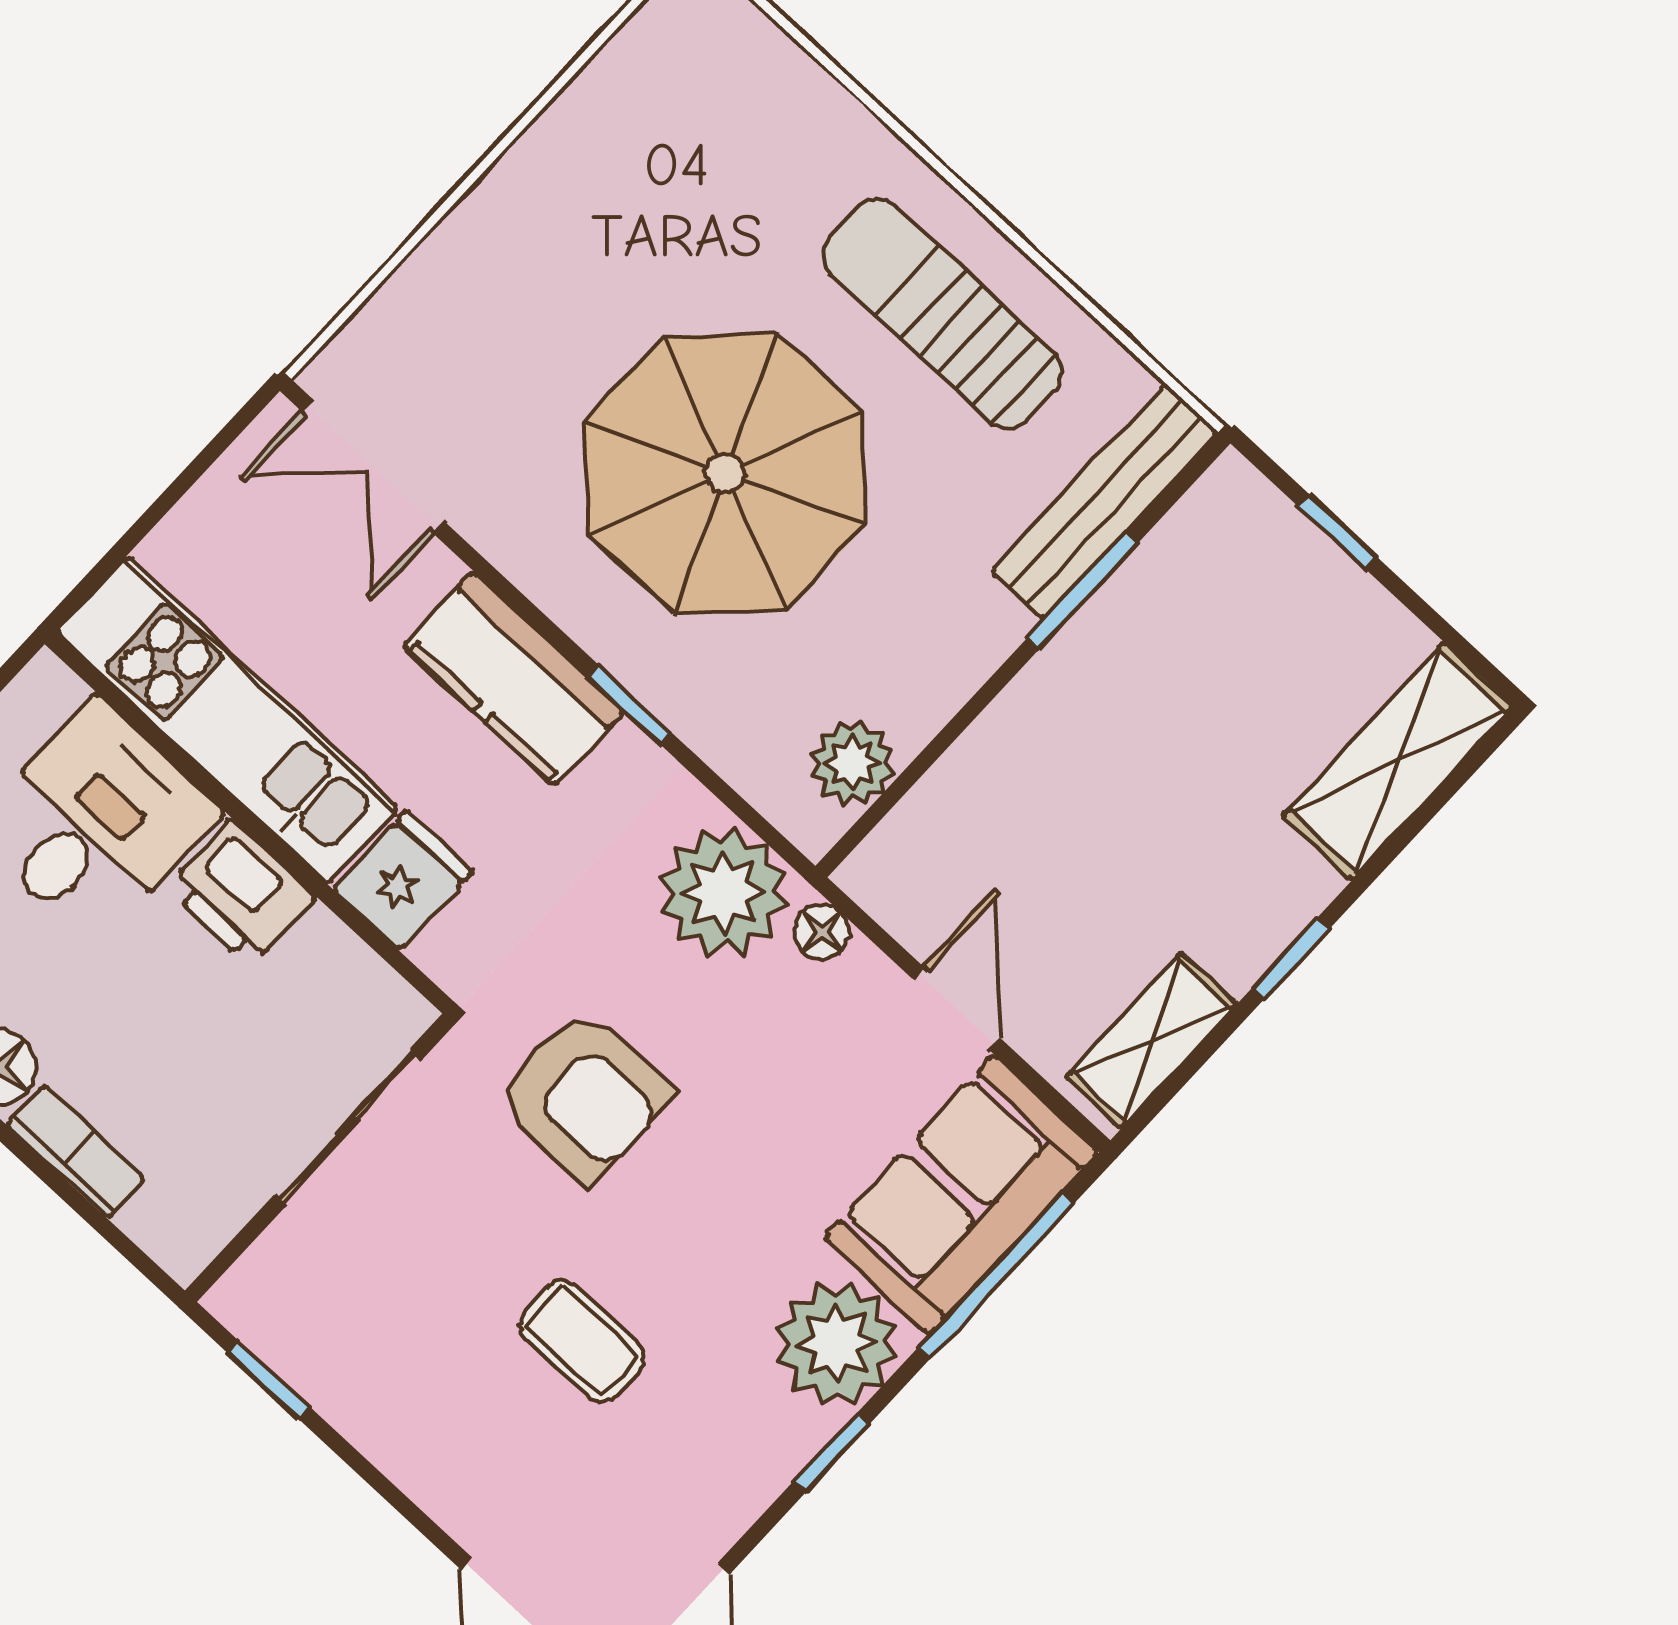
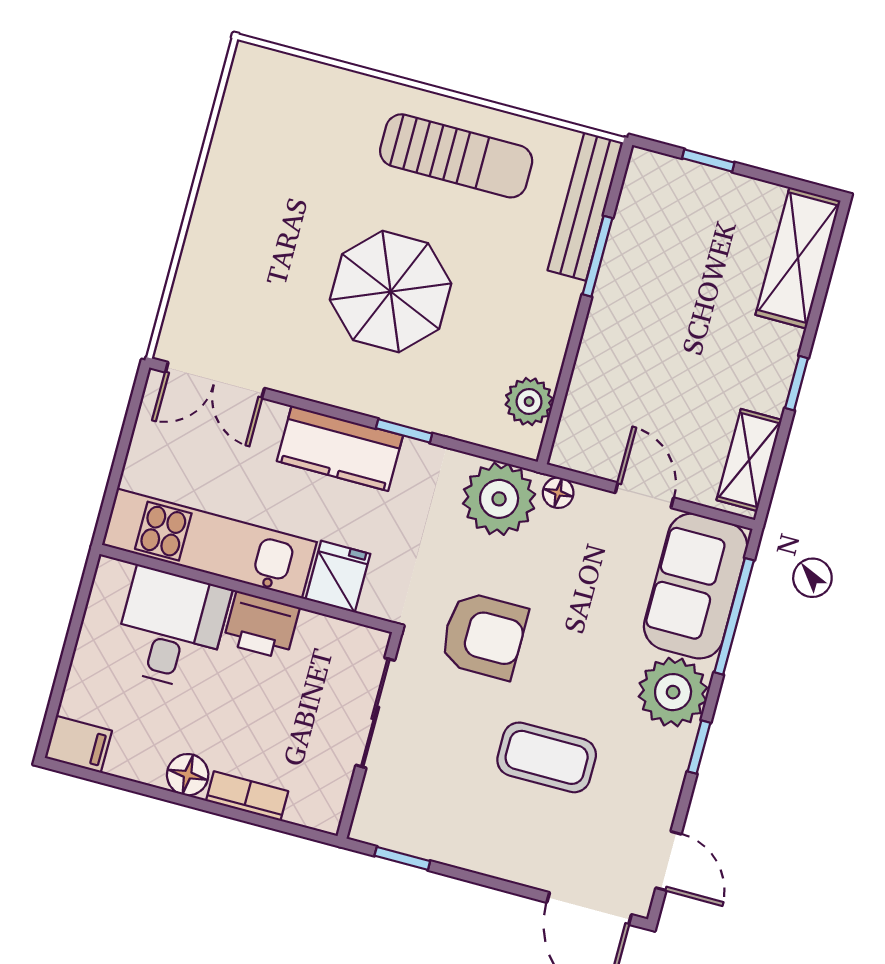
sun lounger: (943, 314) -> (456, 156), turned 180
parasol: (725, 473) -> (391, 292), width x0.73, depth x0.73
coffee table: (582, 1341) -> (547, 757), width x1.36, depth x1.30

